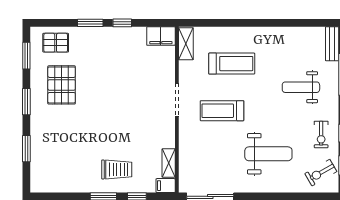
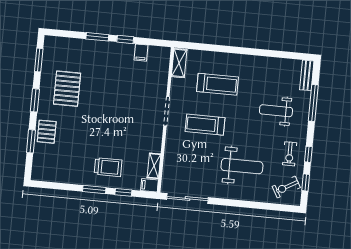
filing cabinet: (161, 36) -> (141, 53), moved, width x0.50
pallet: (56, 43) -> (47, 132), moved, turned 90

